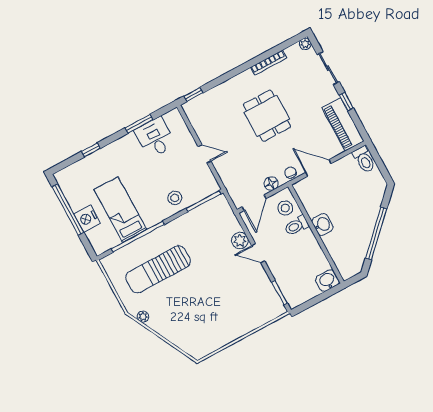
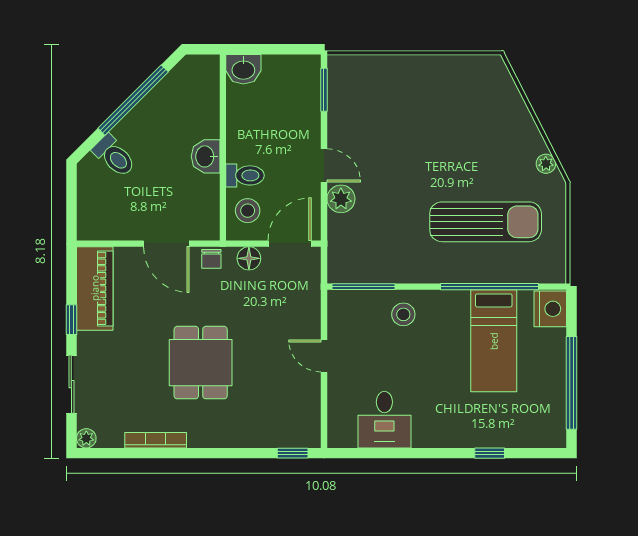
window: (139, 124) -> (397, 453), removed
toilet: (364, 160) -> (114, 156), moved, turned 135
nightstand: (87, 218) -> (550, 309), moved

